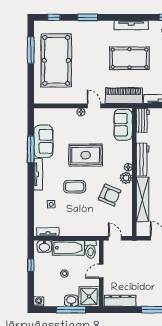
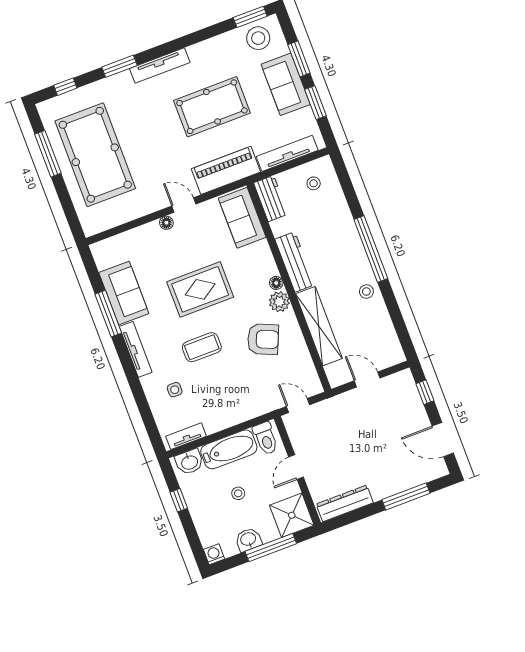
tv unit: (131, 25) -> (160, 65), moved
washbasin: (71, 301) -> (248, 540), moved

